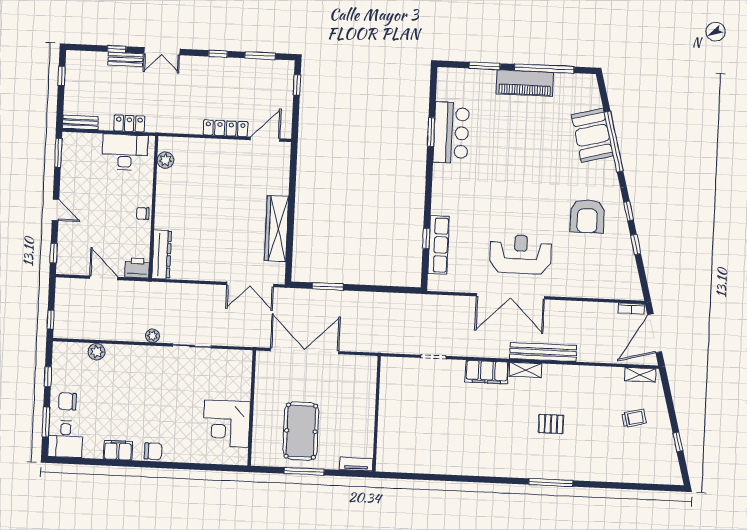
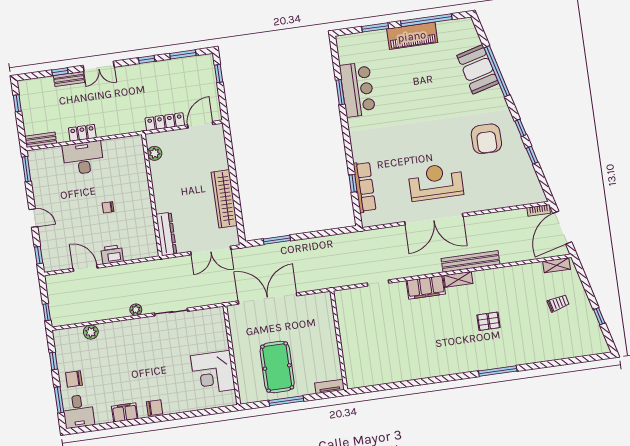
plant: (165, 160) -> (155, 153), moved
wall: (153, 207) -> (152, 195), moved
dresser: (162, 254) -> (166, 234), moved

